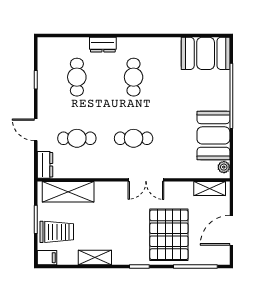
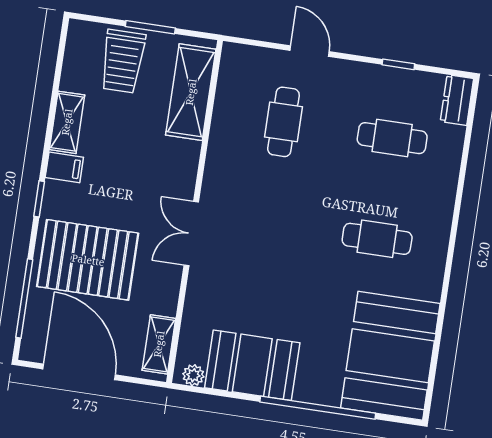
dresser: (103, 45) -> (457, 100), moved
booth: (206, 53) -> (390, 356), width x1.36, depth x1.42
door: (36, 130) -> (310, 51), hinge flipped
cafe table: (134, 138) -> (268, 223), removed
dresser: (45, 165) -> (245, 58), removed
door: (231, 230) -> (79, 372), width x1.36
filing cabinet: (47, 258) -> (64, 167), moved, turned -90

